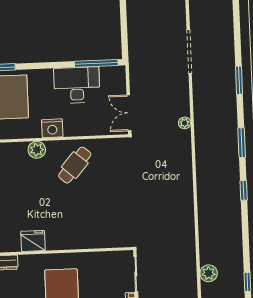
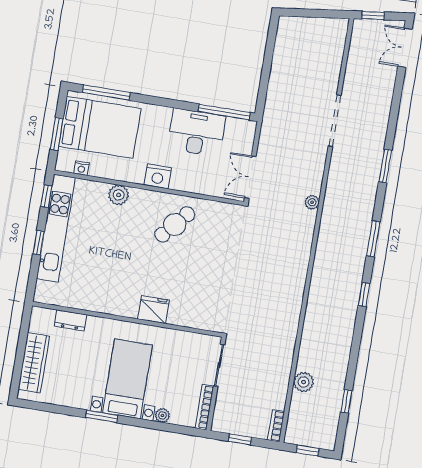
plant: (37, 150) -> (119, 195), moved
fridge: (33, 241) -> (154, 310), moved

